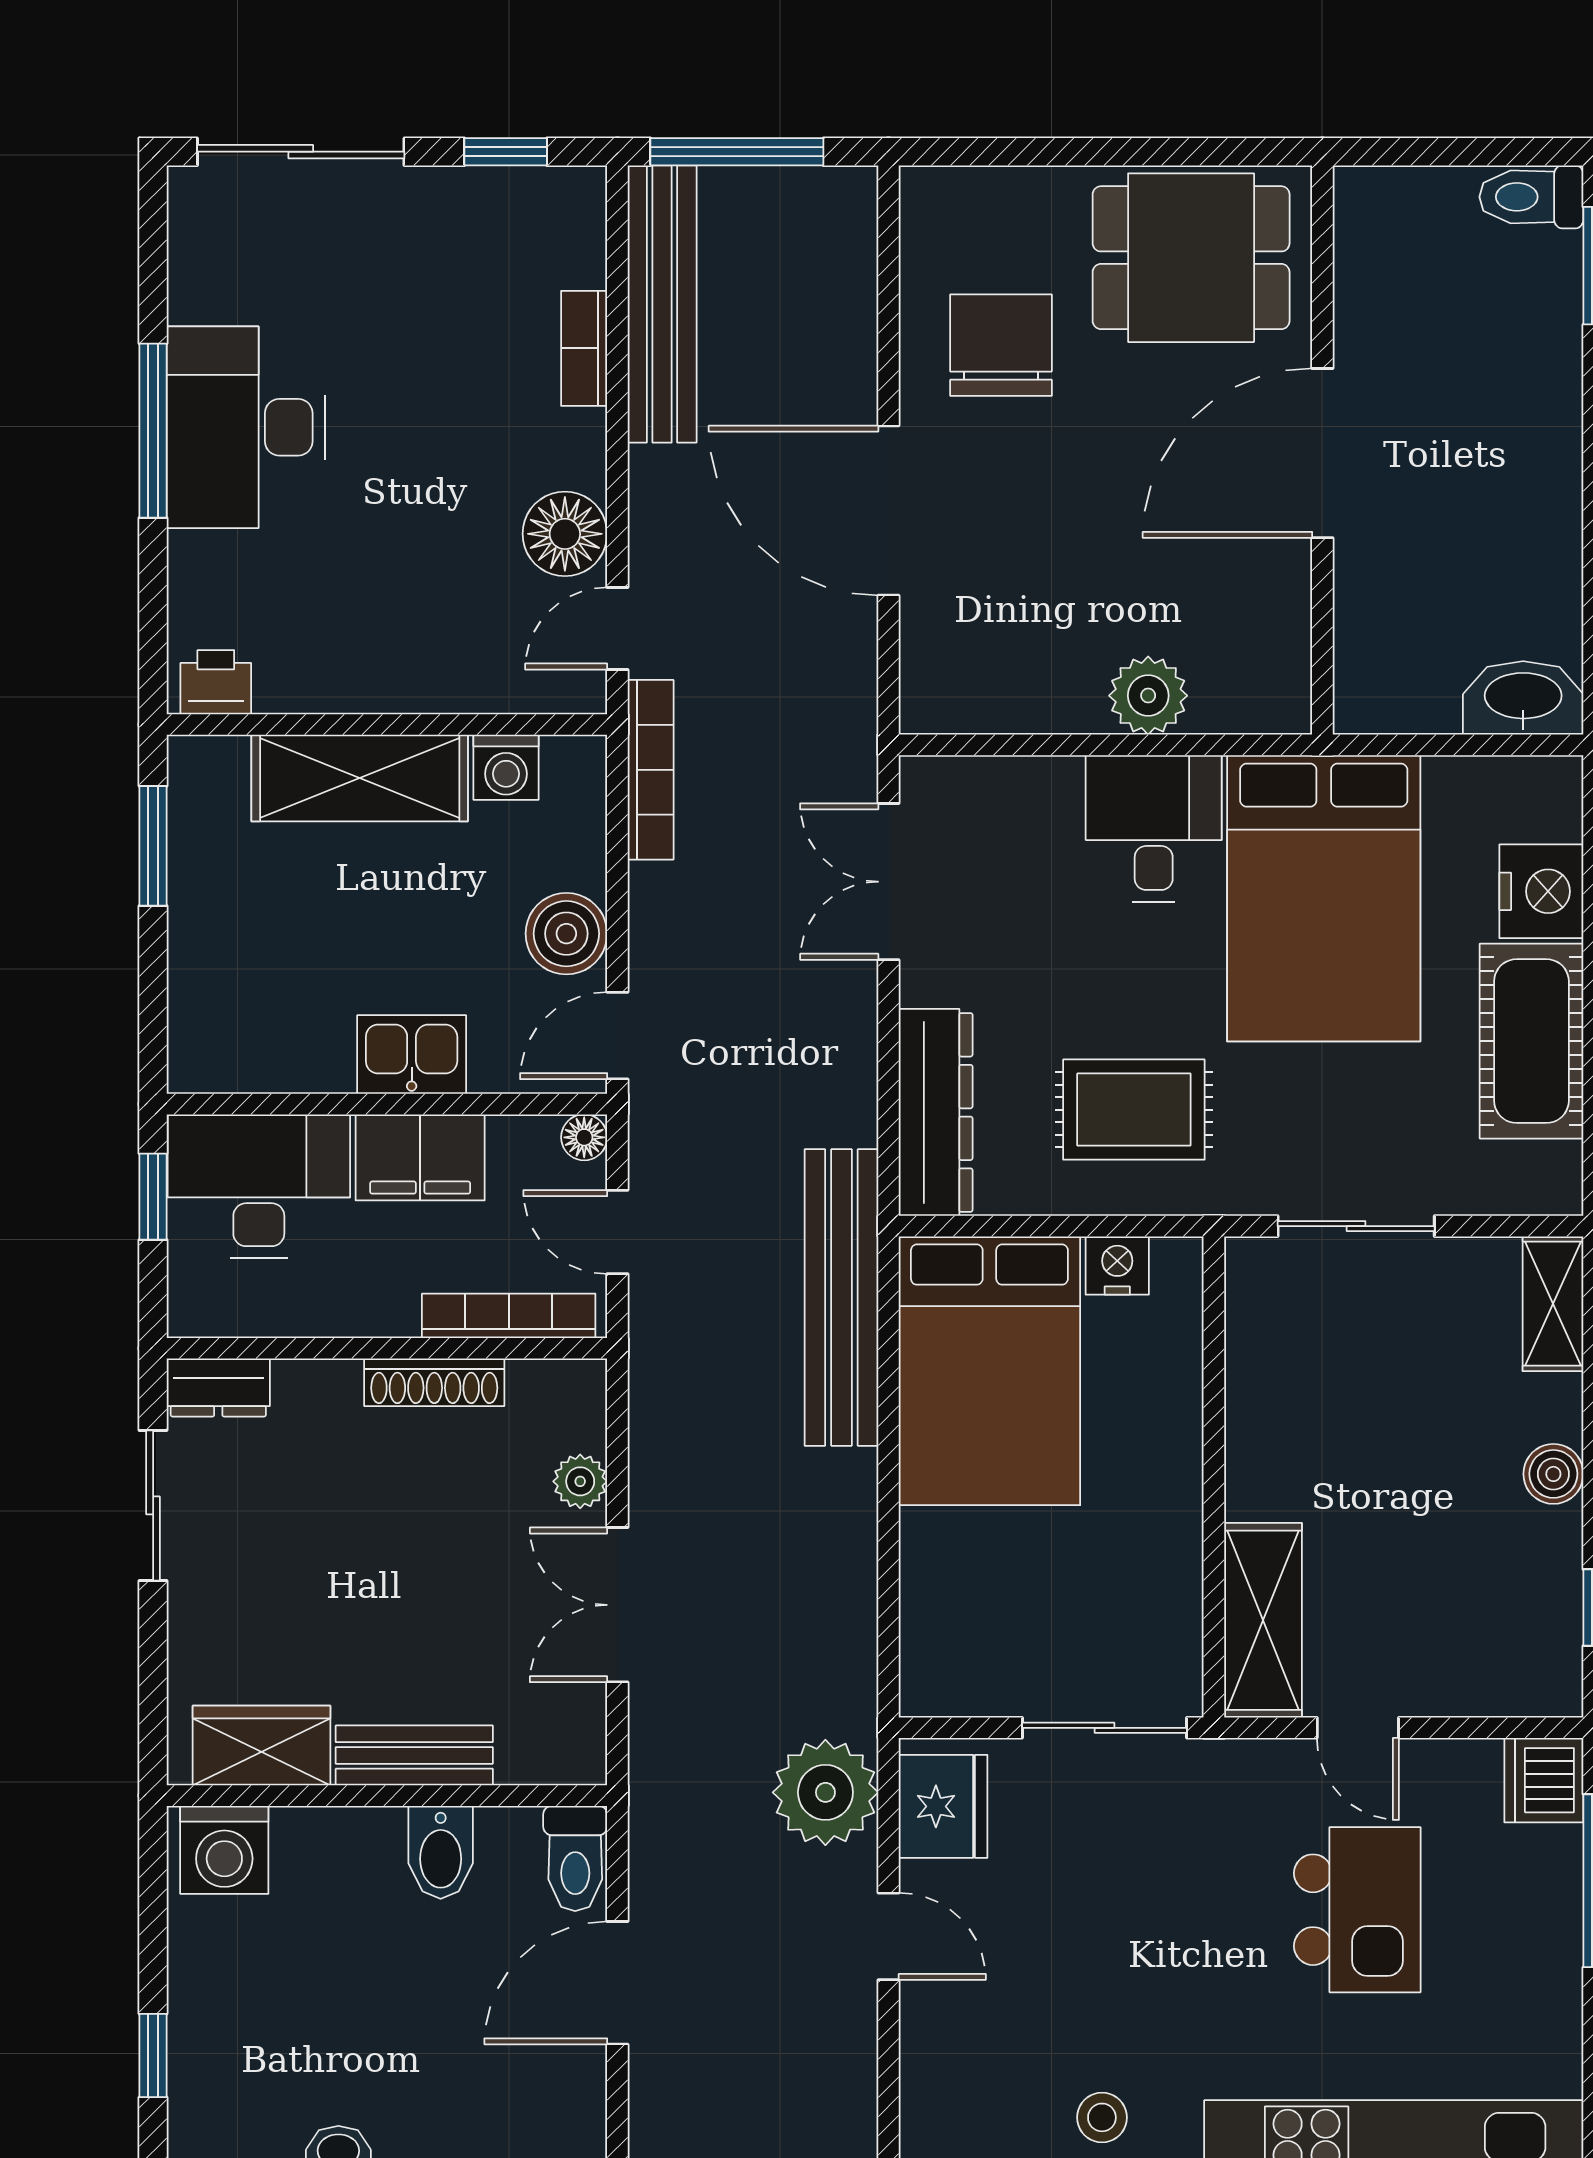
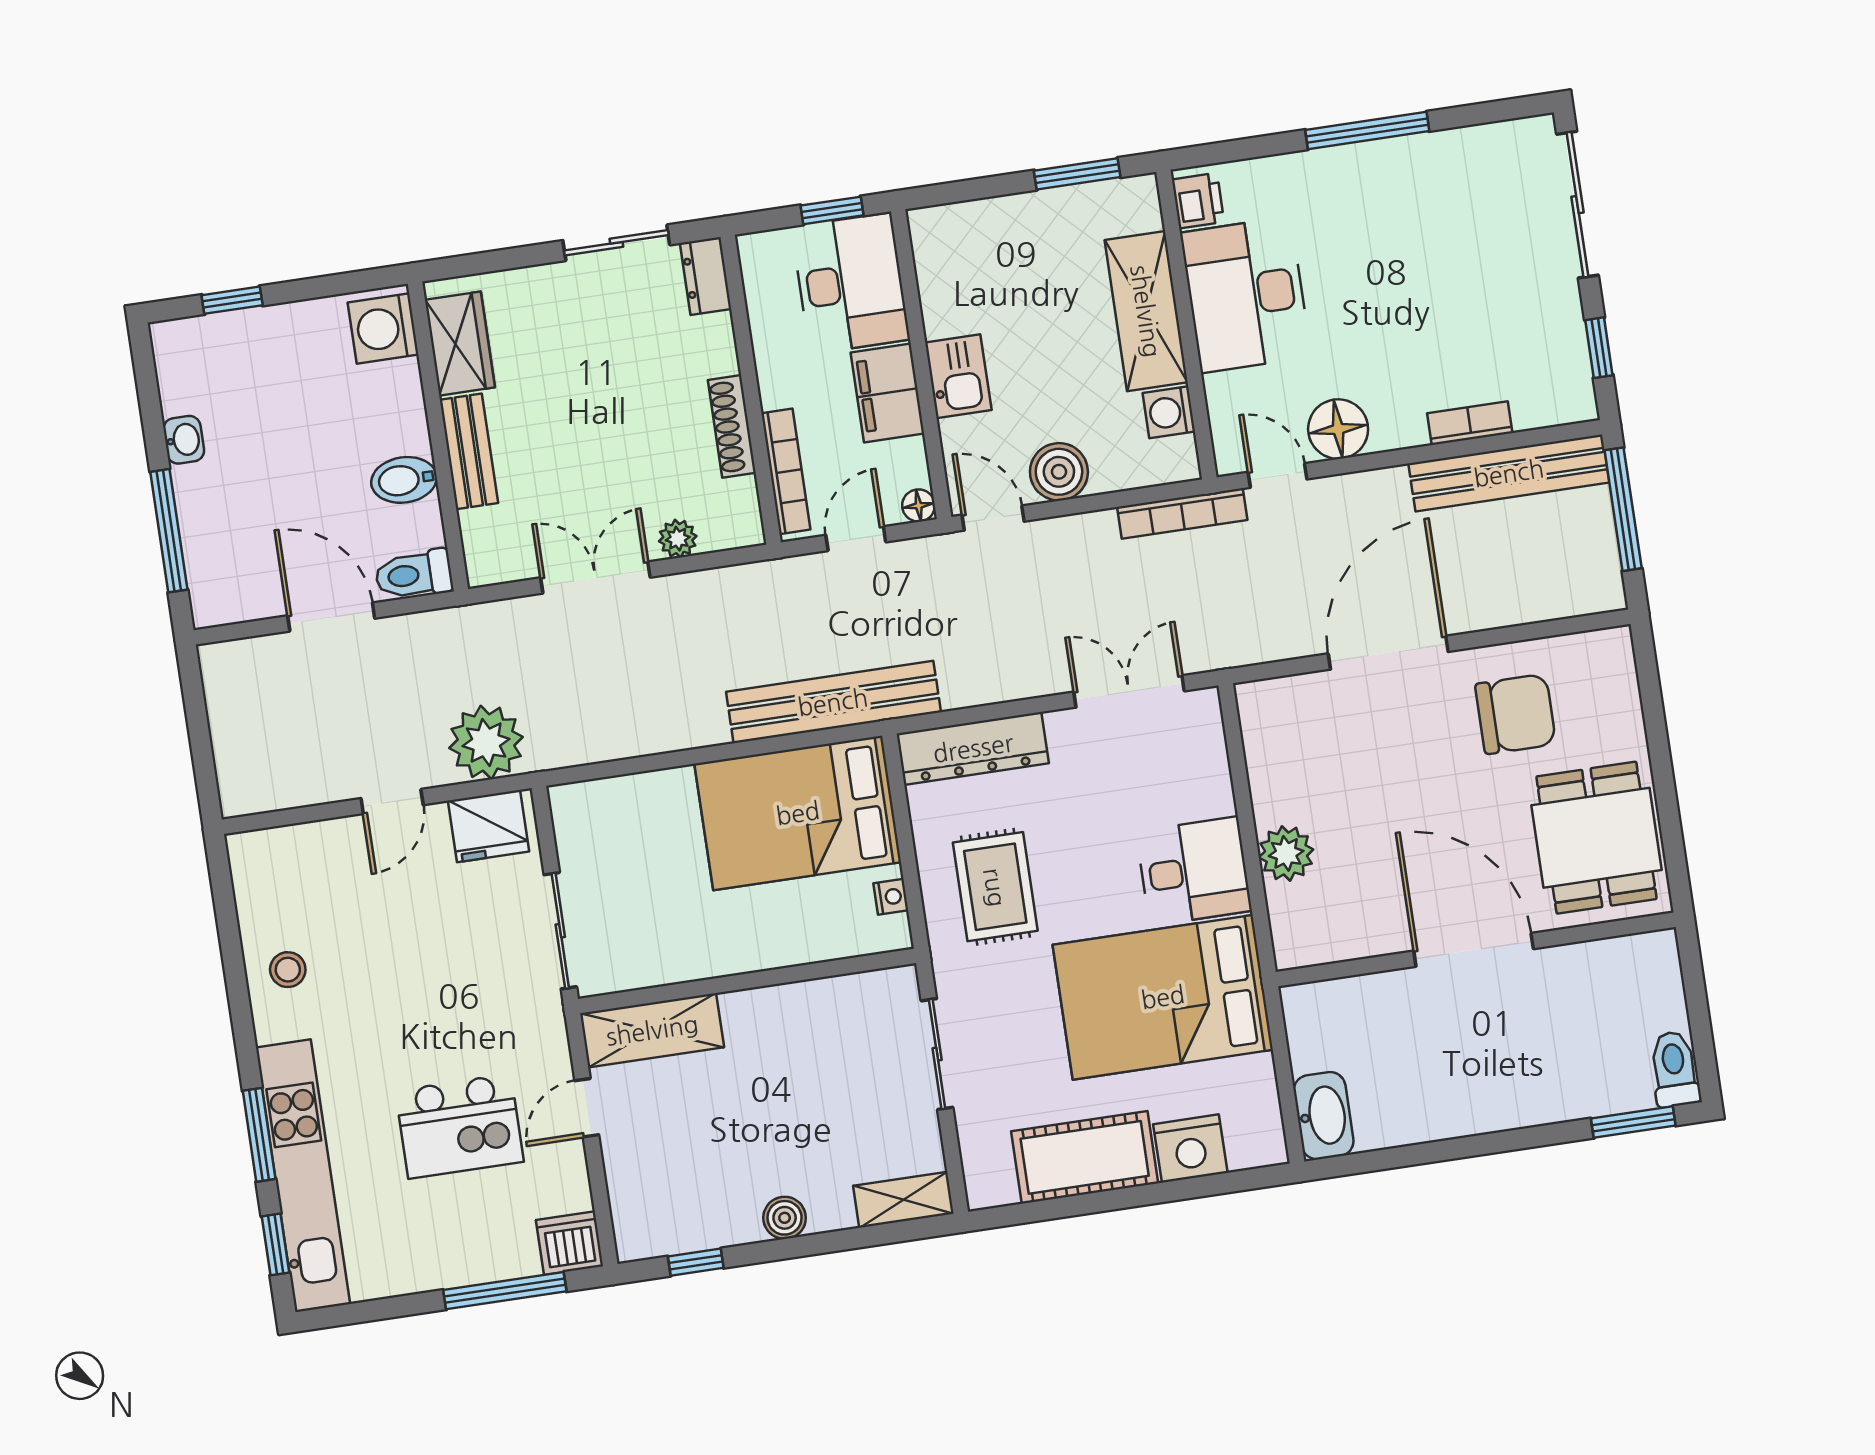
desk: (246, 427) -> (1246, 295), moved, turned -90
nightstand: (1117, 1265) -> (891, 897), width x0.72, depth x0.74

